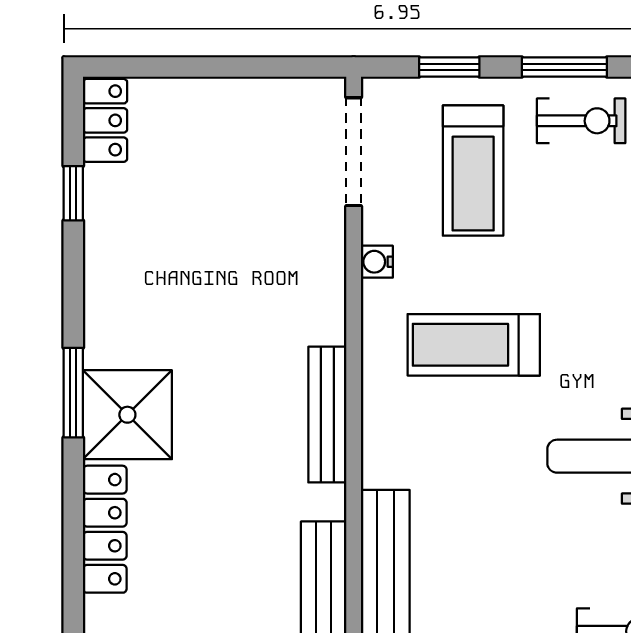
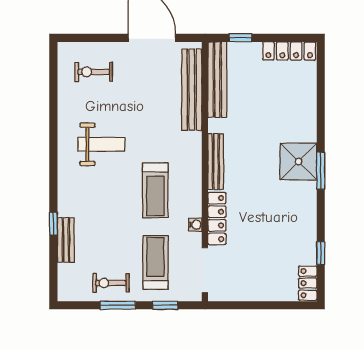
treadmill: (474, 345) -> (155, 190), turned 90
locker: (105, 529) -> (217, 219), moved, turned 180

